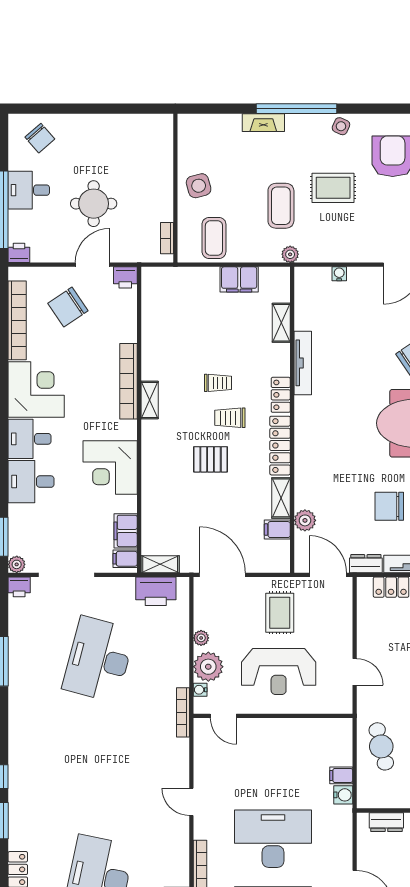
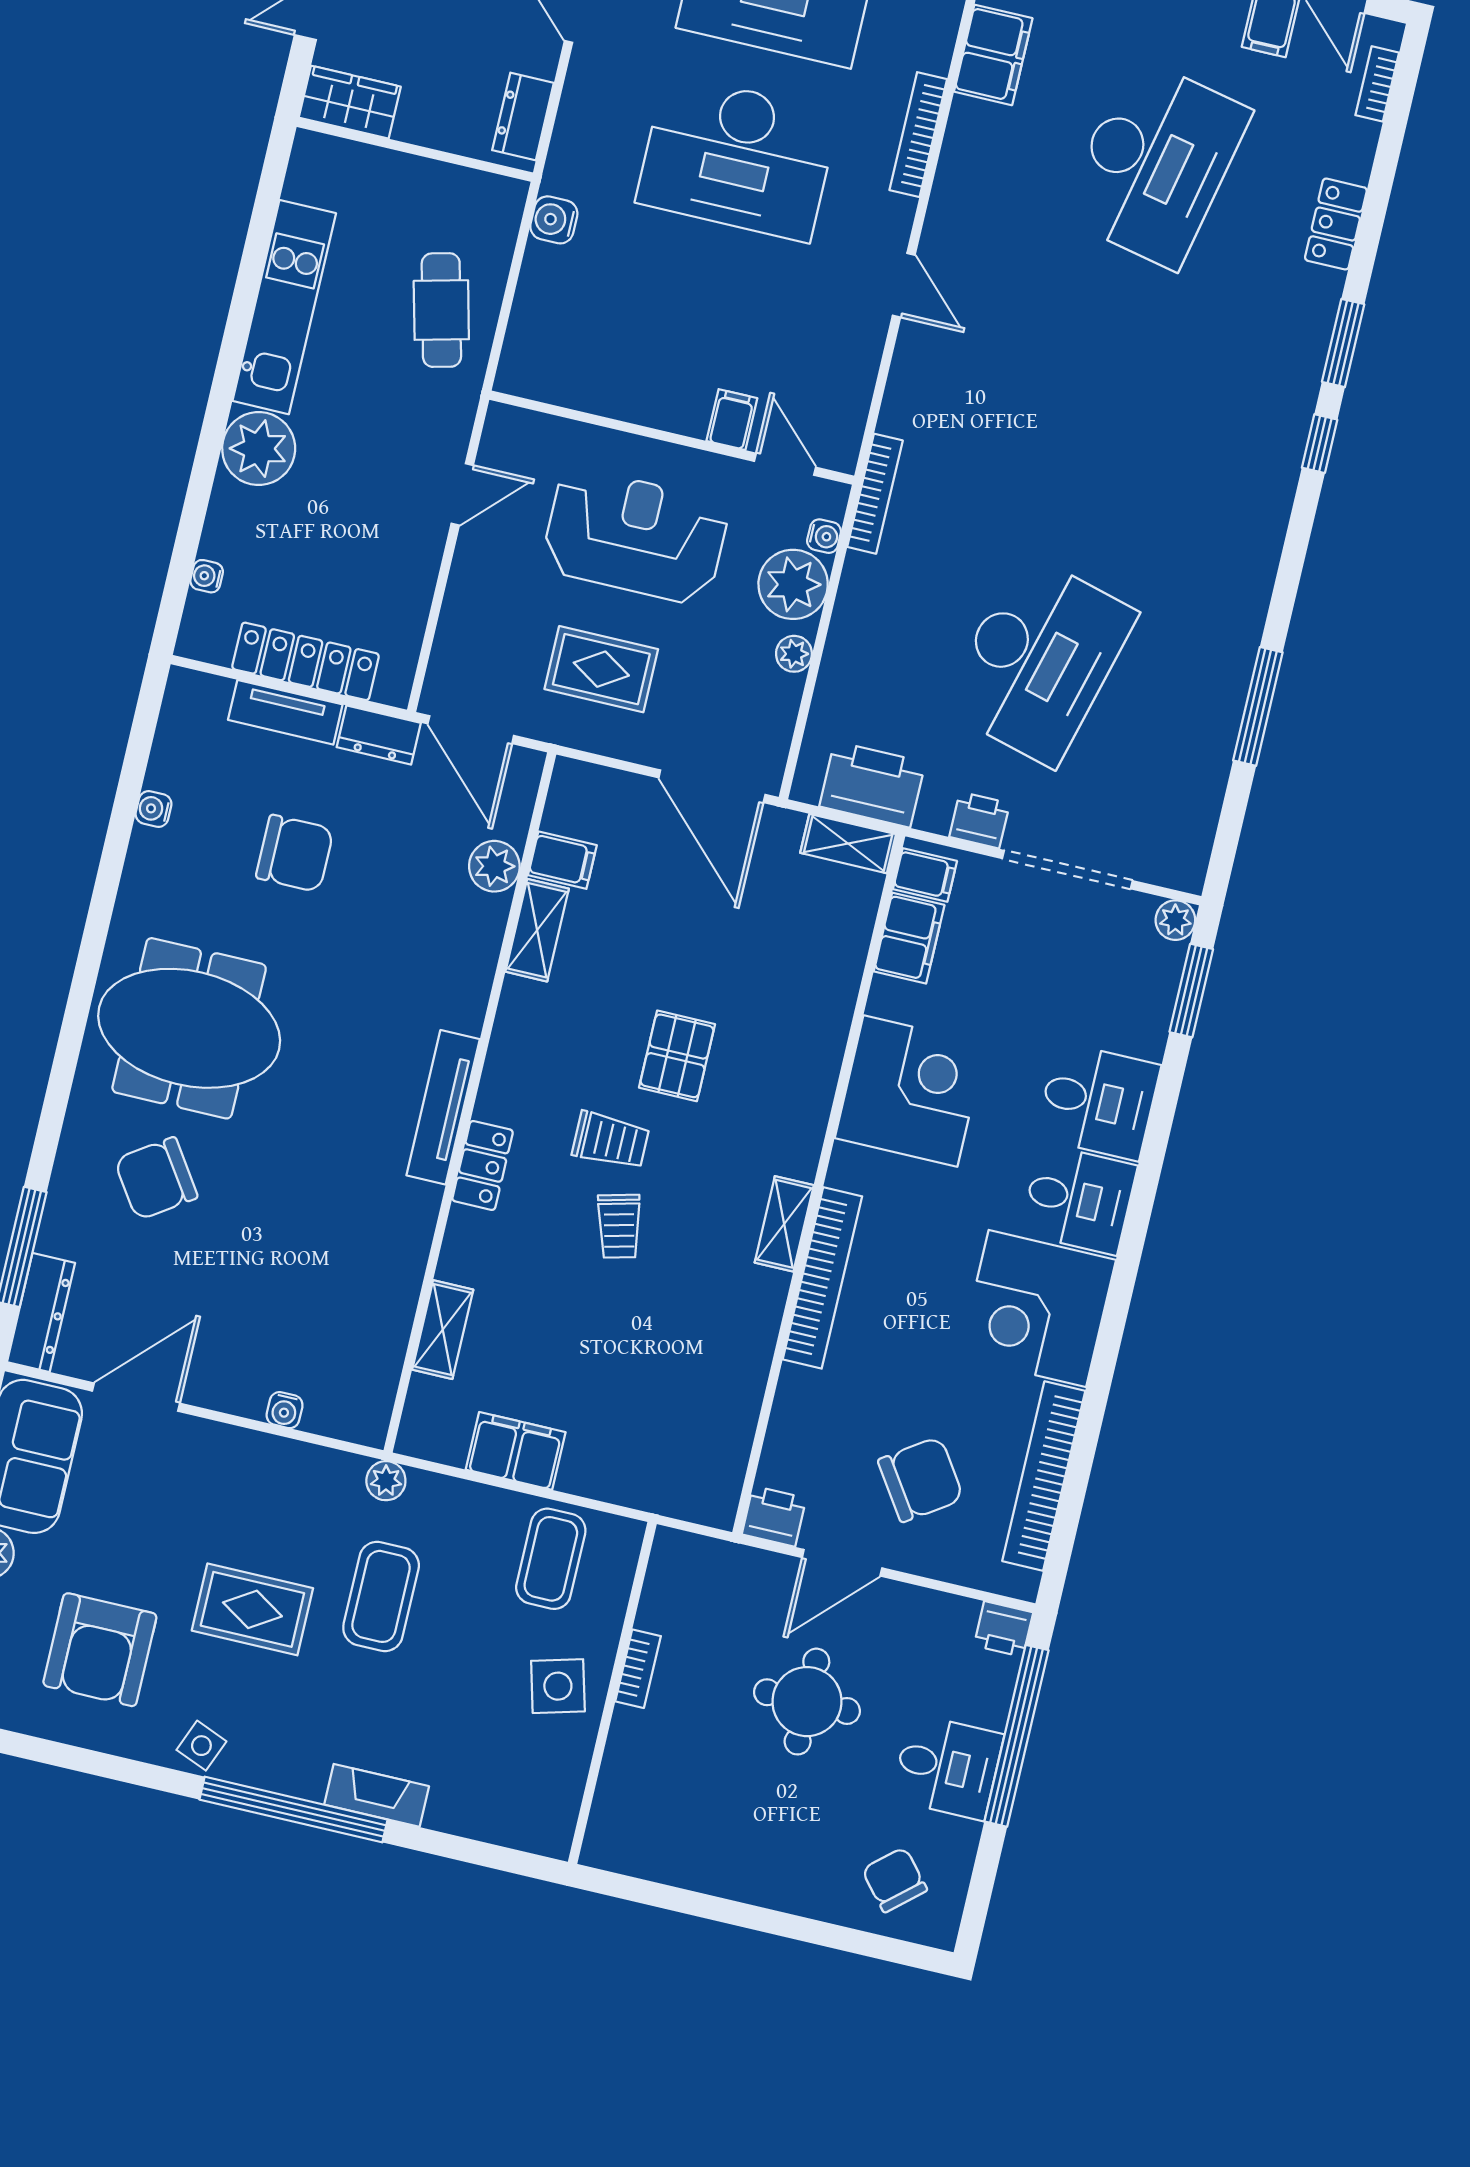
bookcase: (167, 238) -> (638, 1669), moved
tv unit: (303, 363) -> (443, 1107), moved
trolley: (218, 383) -> (619, 1226), turned -104
locker: (280, 446) -> (511, 1050), removed
pallet: (211, 459) -> (677, 1056), turned 90
printer: (19, 587) -> (980, 820), moved
rug: (280, 613) -> (601, 669), turned 90
door: (355, 672) -> (462, 494), swing flipped
filing cabinet: (341, 775) -> (732, 420), moved, turned -90
dresser: (386, 822) -> (523, 117), moved, turned -90

